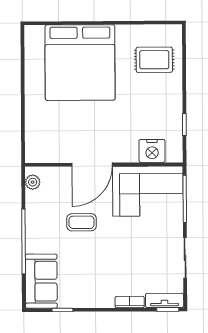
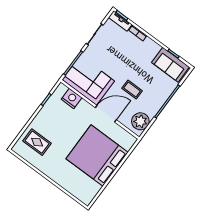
bed: (80, 63) -> (97, 155), moved, turned -90
plant: (33, 182) -> (140, 121), width x1.88, depth x1.88
sofa: (41, 281) -> (170, 65), moved, turned -90

